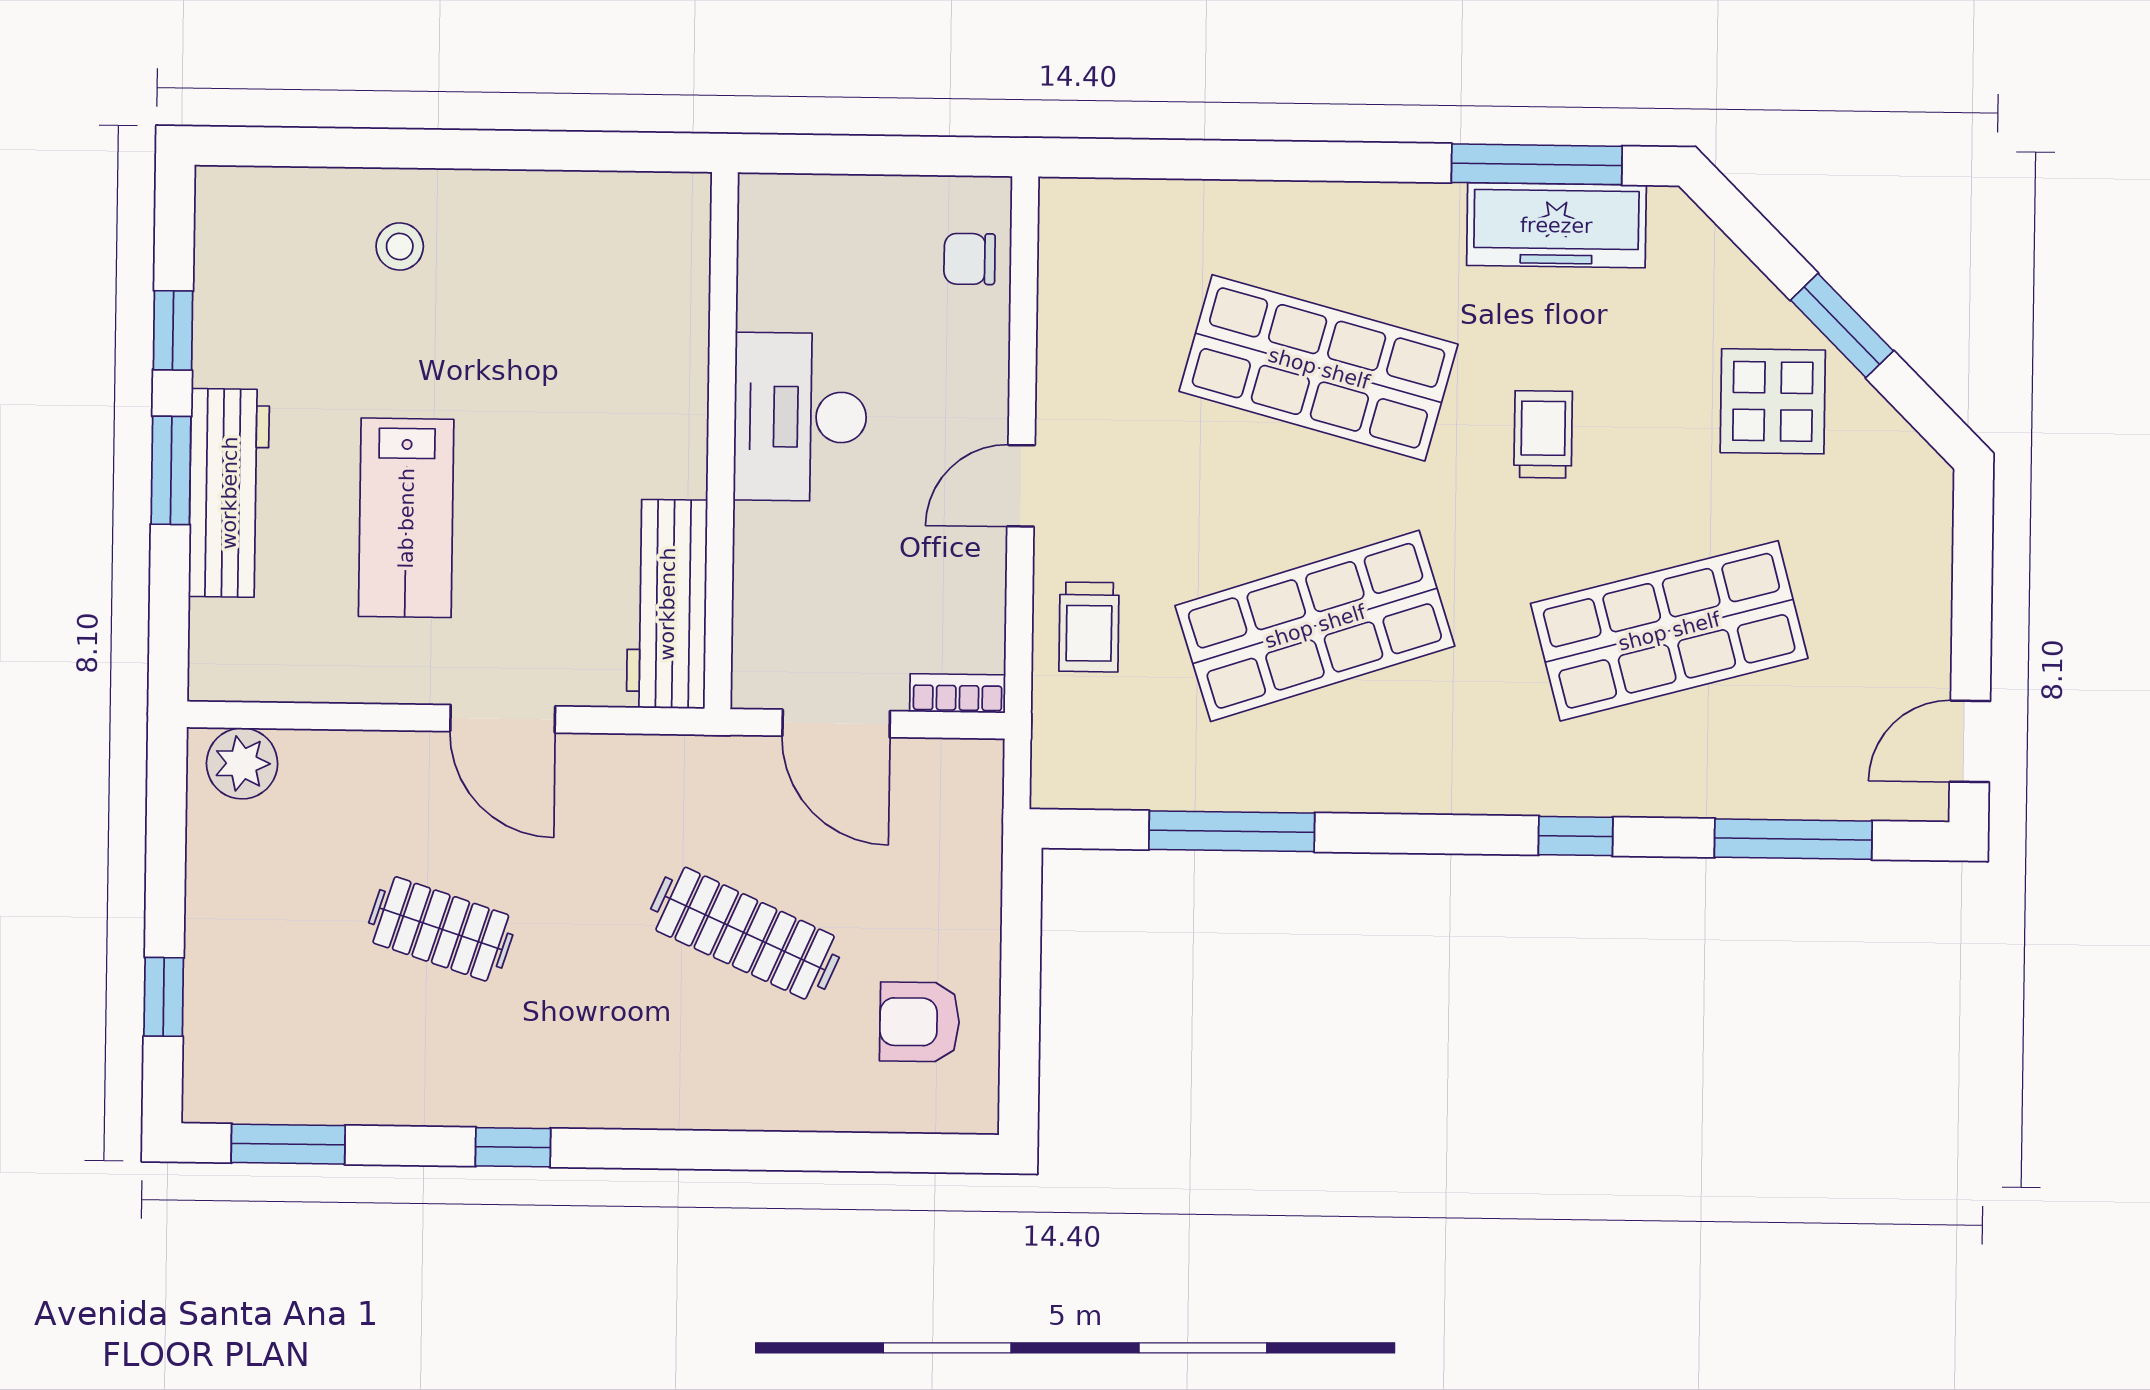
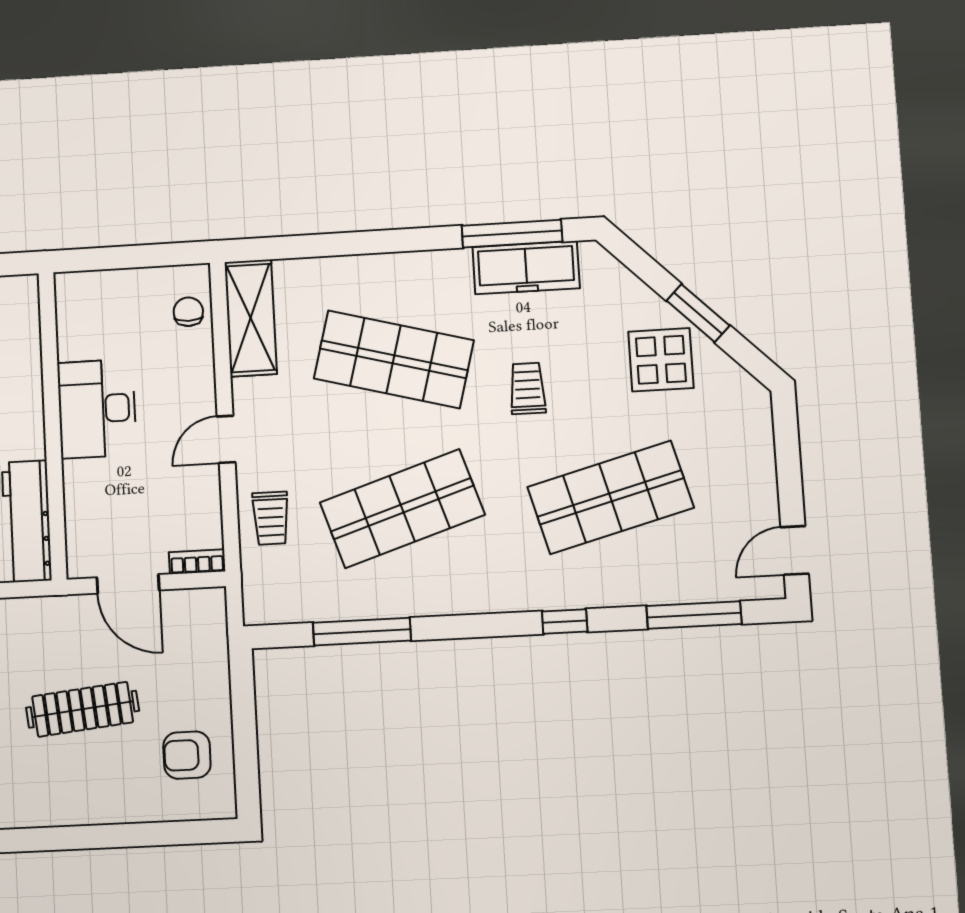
chair: (970, 259) -> (188, 312), turned 90
shelving: (1077, 278) -> (251, 318), added
clothes rail: (745, 933) -> (83, 709), turned -30

